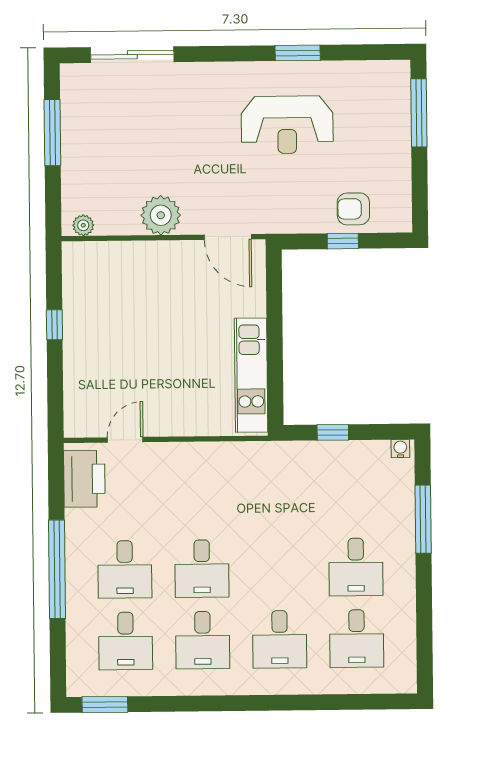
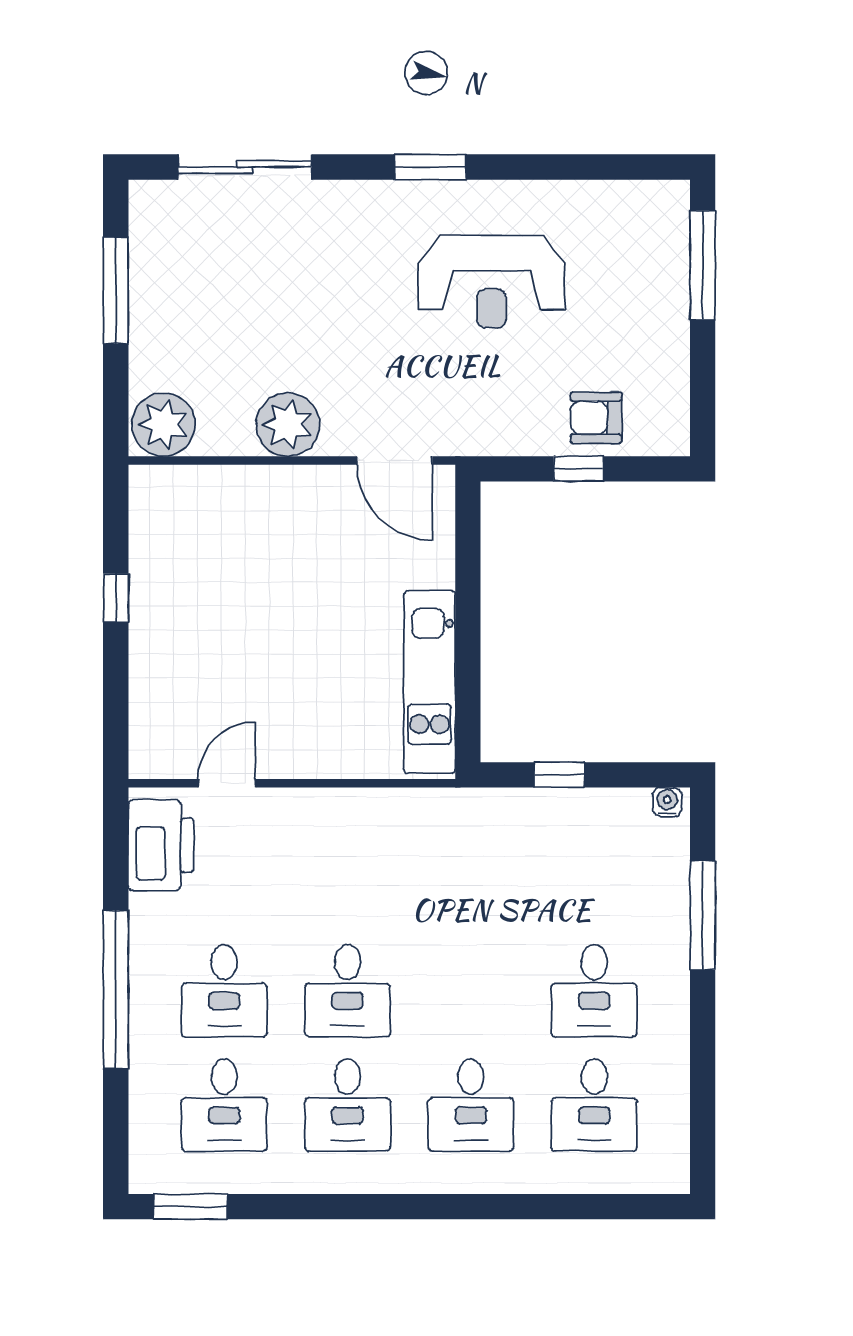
window: (298, 53) -> (430, 167), moved
plant: (83, 225) -> (164, 425), width x1.87, depth x1.87

